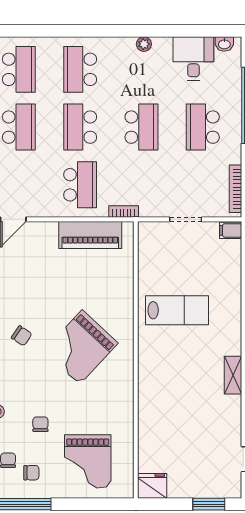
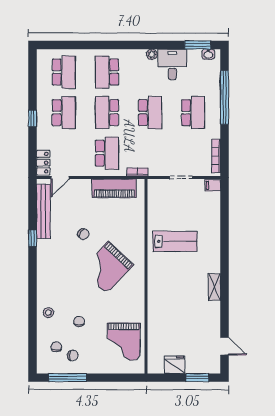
window: (209, 31) -> (198, 45), added
desk: (193, 59) -> (172, 64), moved
school desk: (203, 127) -> (193, 113), turned 180
chair: (22, 336) -> (83, 234), moved
grand piano: (88, 461) -> (124, 342), moved
fridge: (152, 486) -> (175, 365), moved

